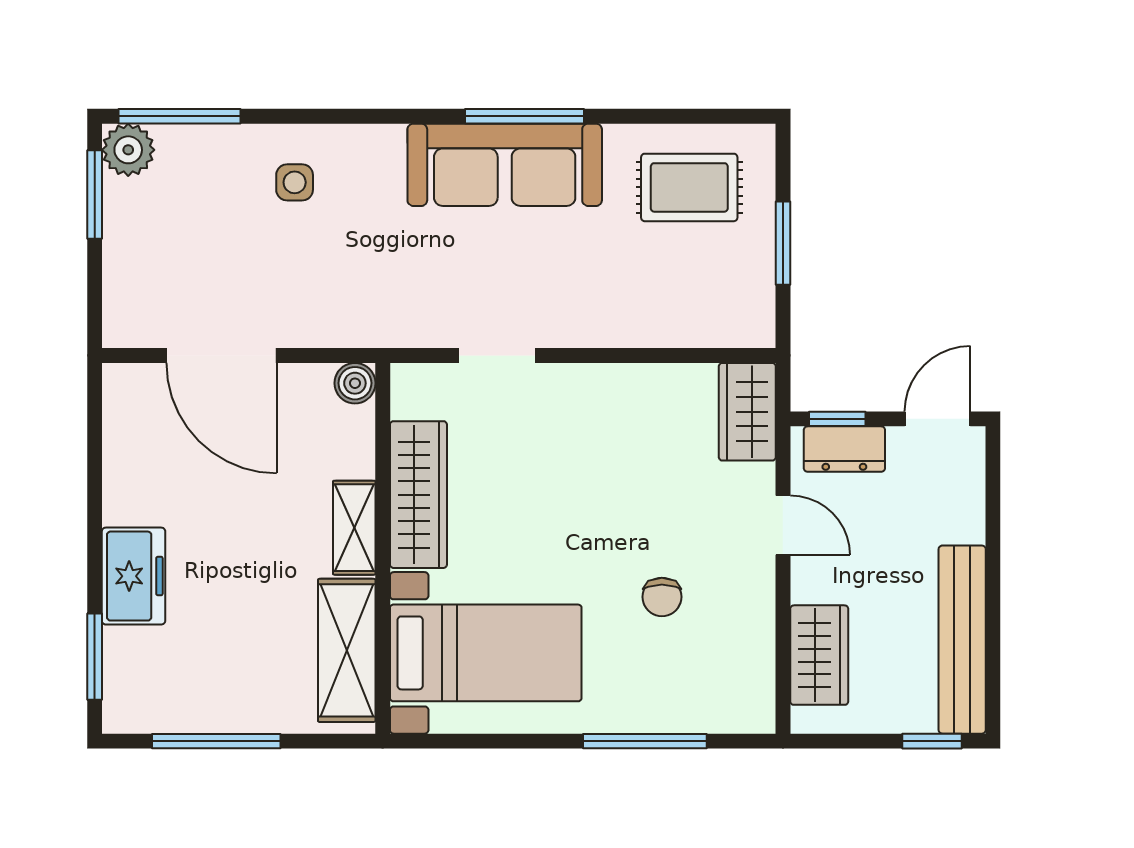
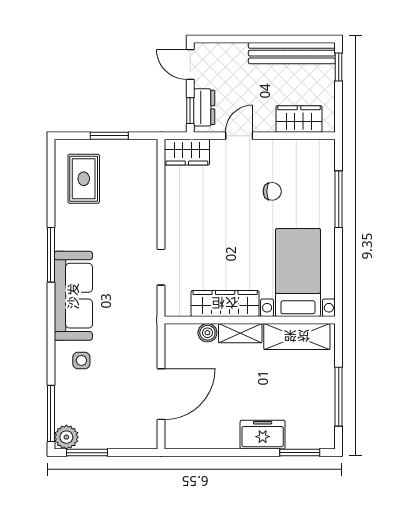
sofa: (505, 165) -> (73, 296), moved
boiler: (355, 383) -> (207, 333), moved

